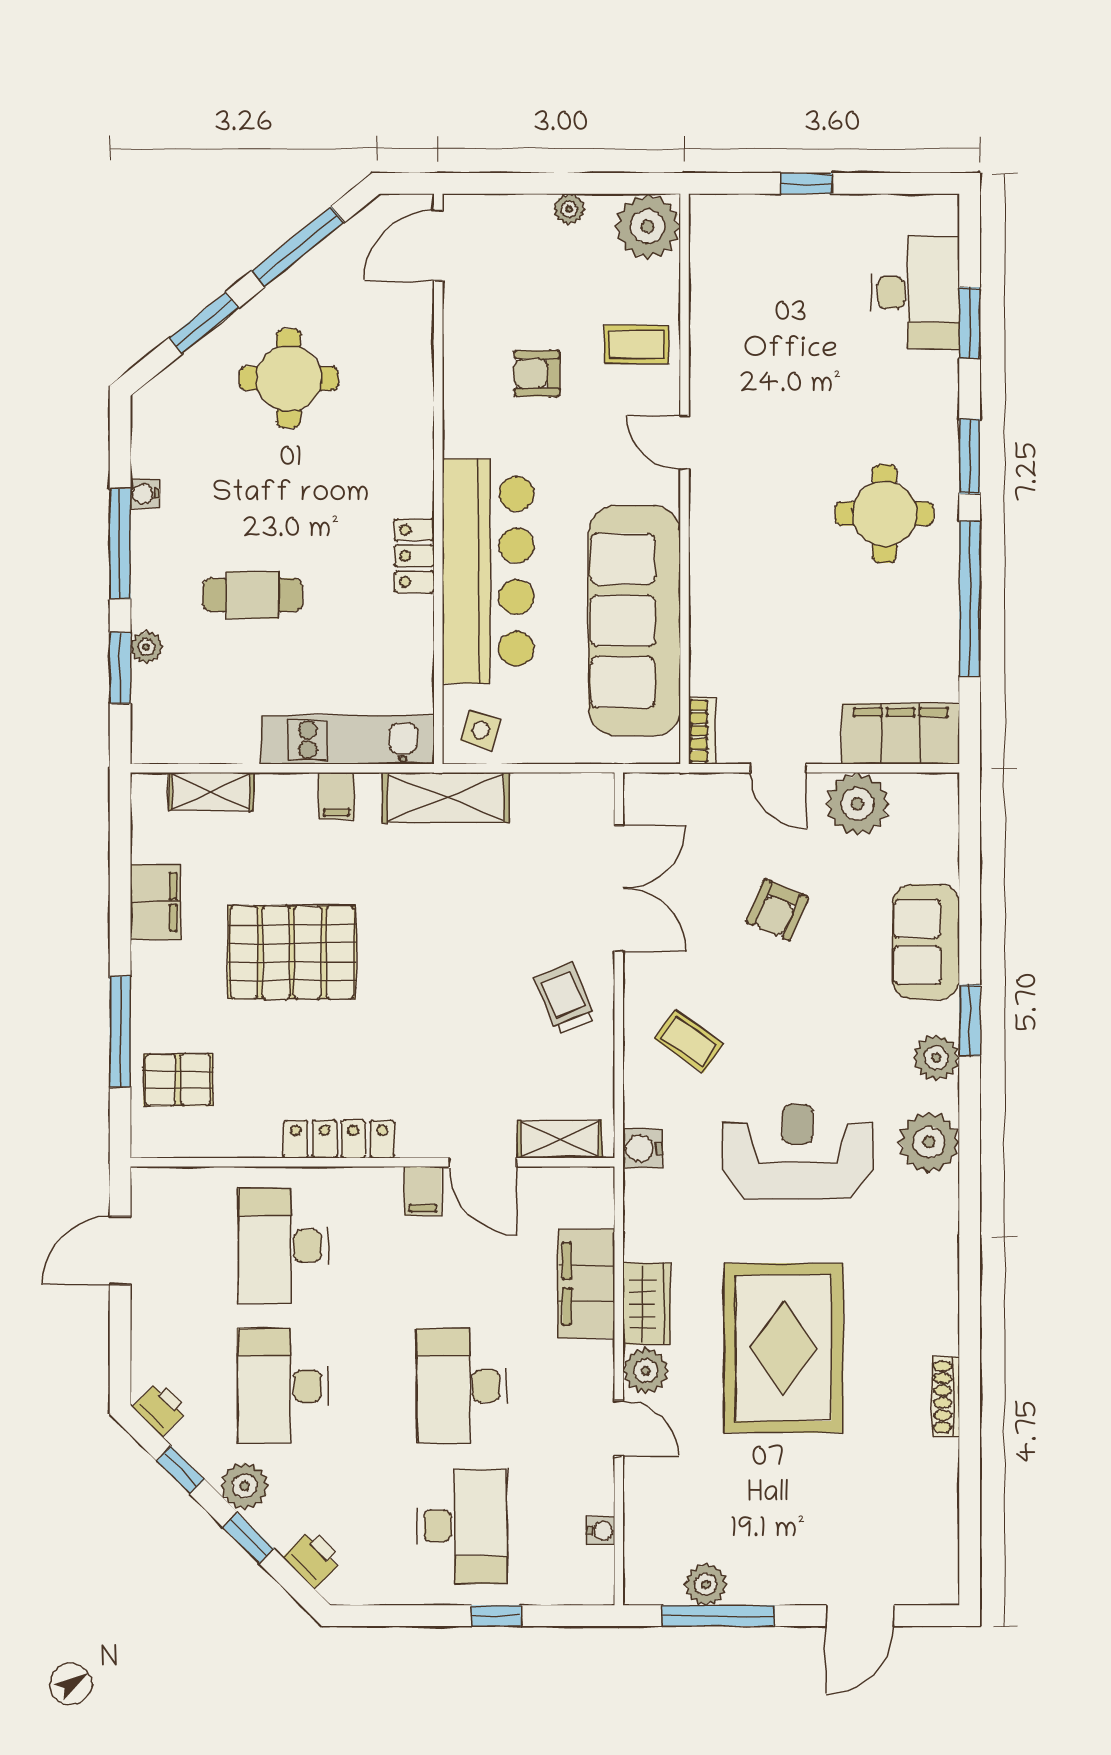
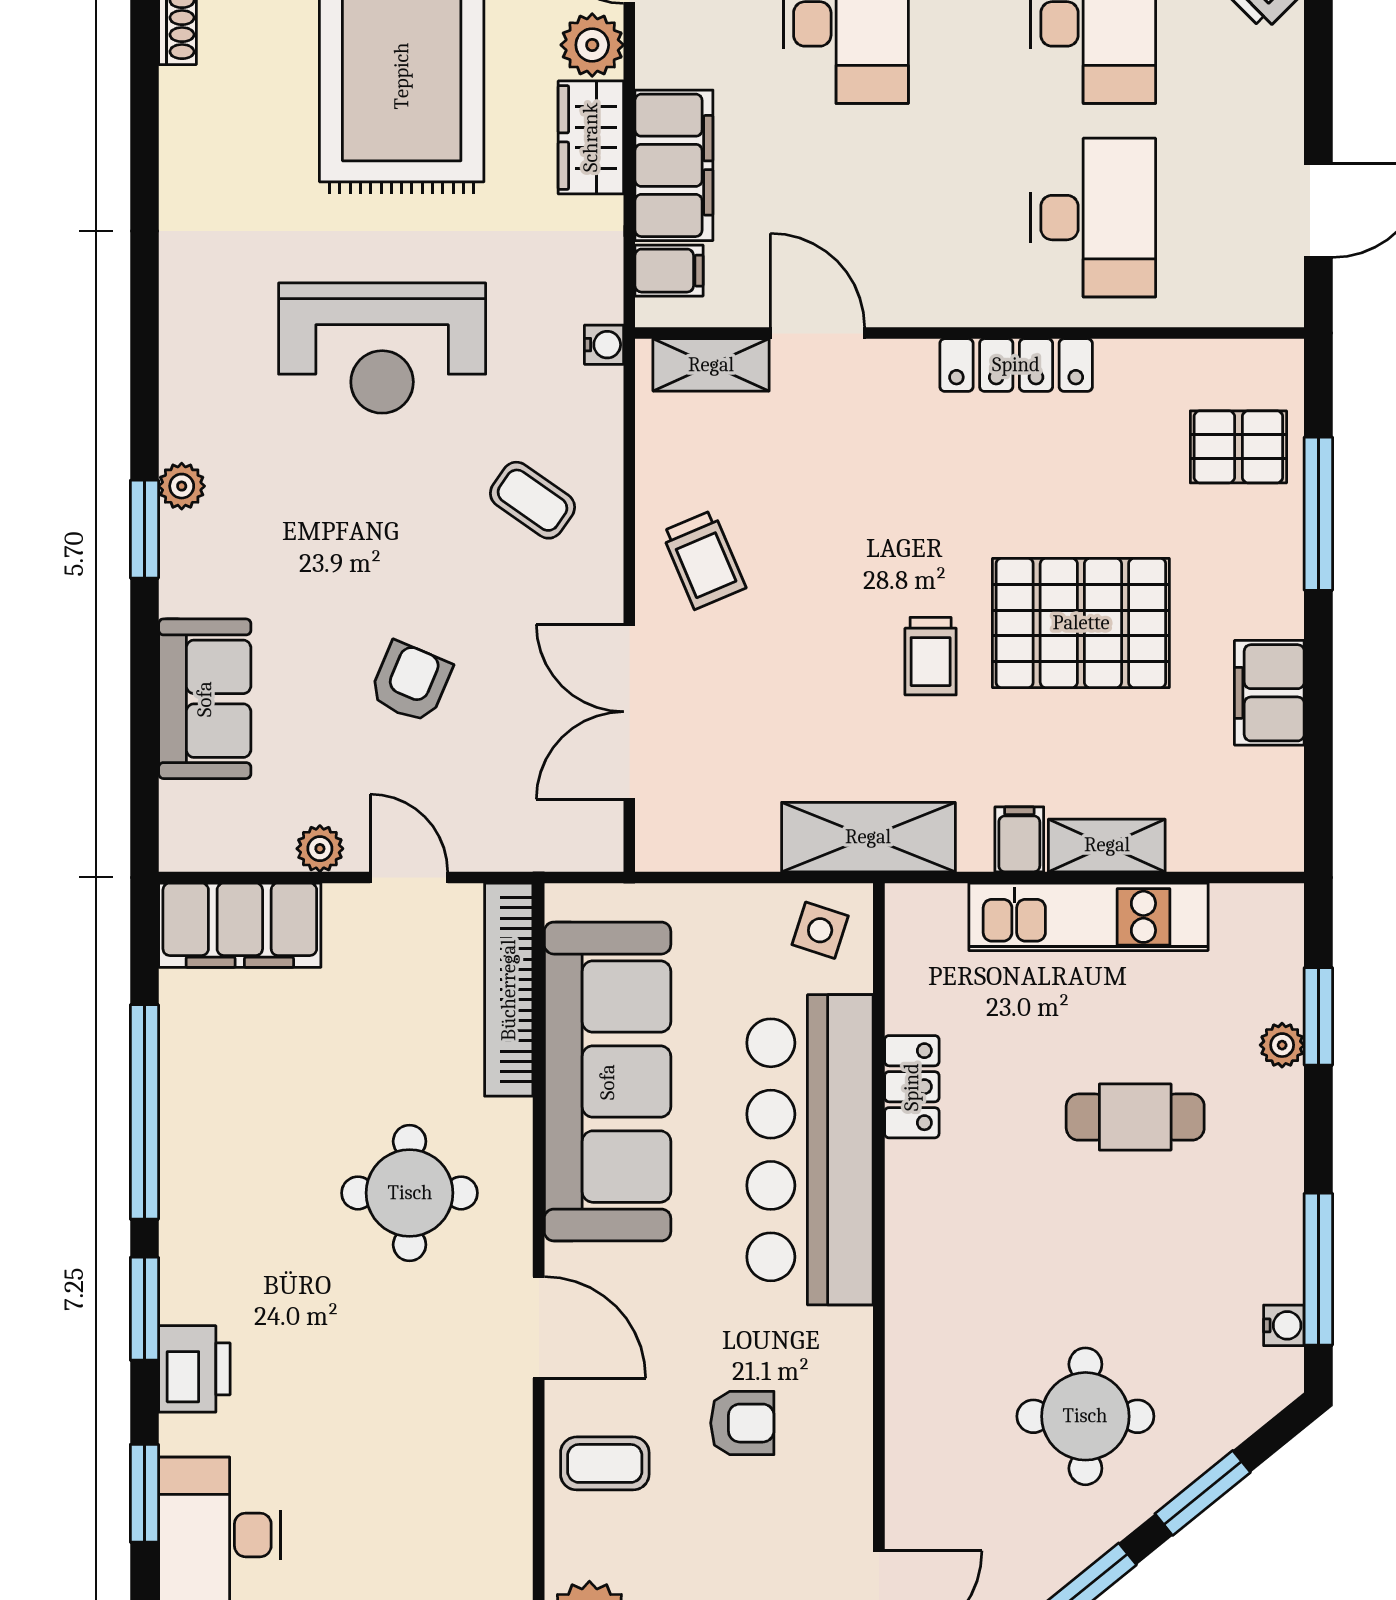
printer: (934, 413) -> (194, 1369), added
door: (684, 443) -> (539, 1327), width x1.38
water cooler: (145, 494) -> (1284, 1325), moved
round table: (885, 514) -> (410, 1193), moved
window: (120, 544) -> (1318, 1269), moved
locker: (414, 556) -> (912, 1087), moved
bookcase: (702, 731) -> (509, 990), width x2.31, depth x1.31
kitchen unit: (348, 740) -> (1088, 917), moved
shelving: (211, 791) -> (1107, 845), moved
plant: (857, 804) -> (320, 849), width x0.53, depth x0.53
trolley: (401, 928) -> (931, 656), added
sofa: (926, 942) -> (205, 699), moved
plant: (936, 1058) -> (182, 486), width x0.73, depth x0.73
plant: (929, 1142) -> (201, 361), removed
water cooler: (643, 1148) -> (604, 345), width x0.72, depth x0.72
filing cabinet: (423, 1191) -> (669, 271), moved, turned 90

